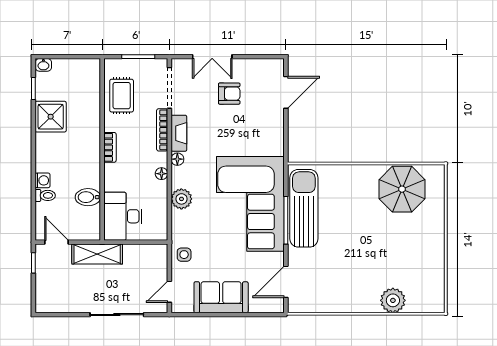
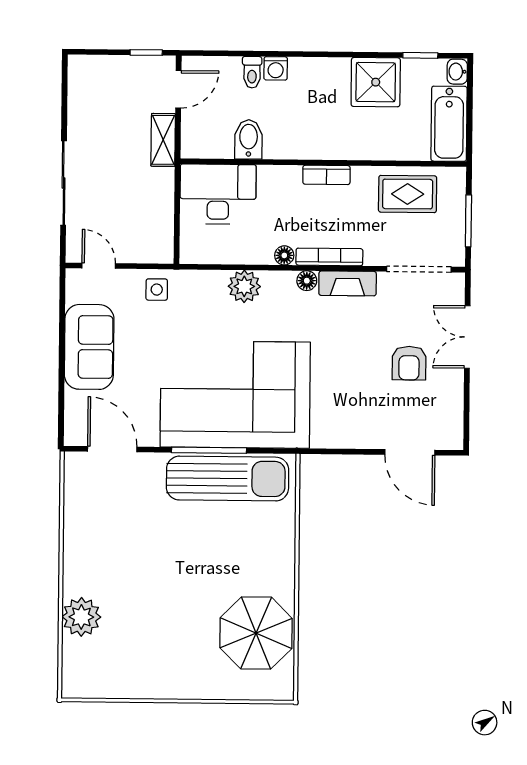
bathtub: (77, 70) -> (449, 124), added
bookcase: (162, 130) -> (329, 257), moved
shelving: (97, 254) -> (163, 140), width x0.67, depth x0.75

